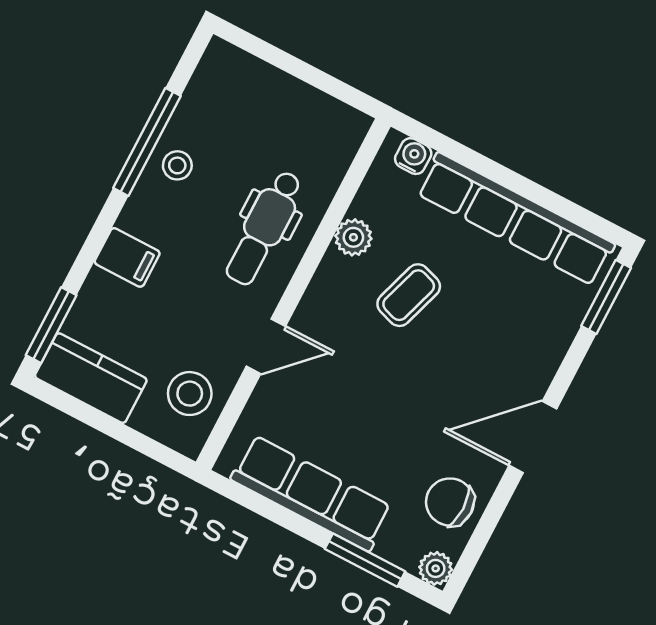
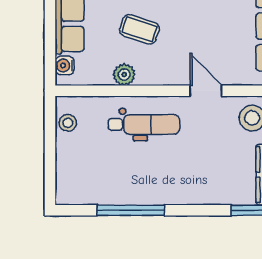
stool: (177, 165) -> (68, 123), moved
filing cabinet: (127, 257) -> (197, 189), removed

